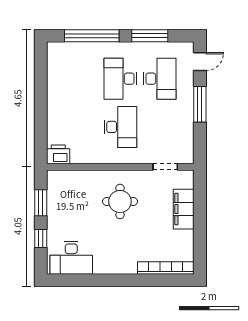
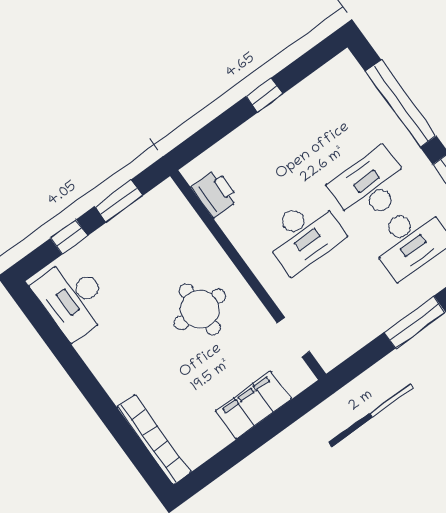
window: (41, 97) -> (264, 95), added
printer: (58, 154) -> (215, 193), moved

